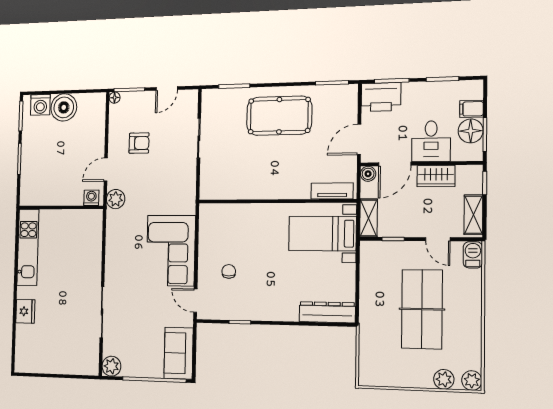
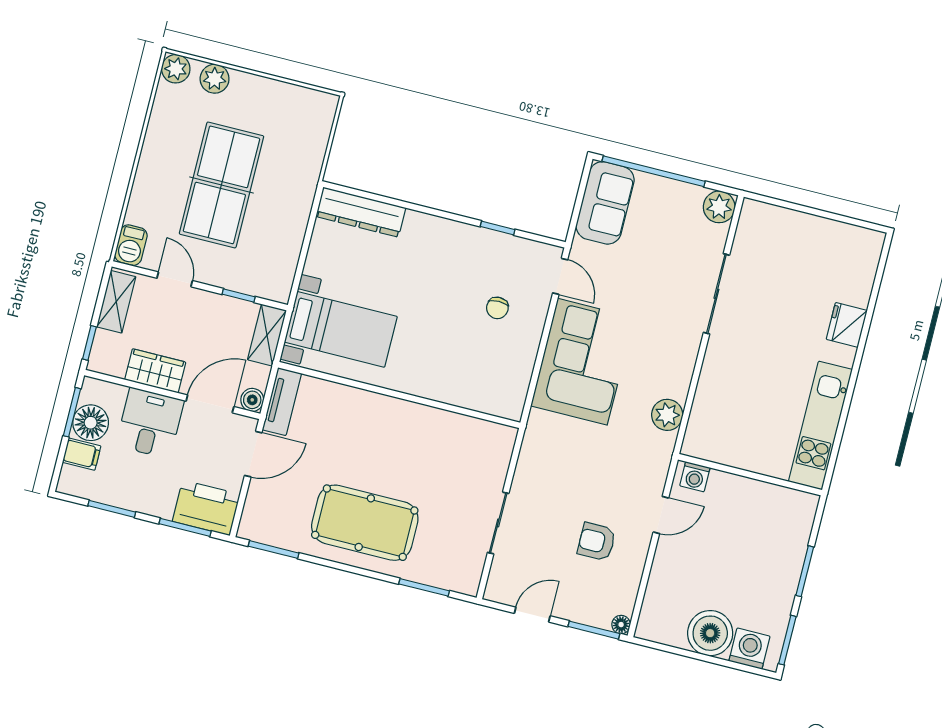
tv unit: (332, 191) -> (282, 402), moved, turned -90
plant: (116, 199) -> (667, 415), moved

